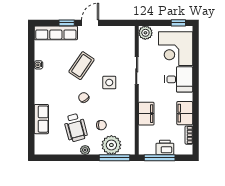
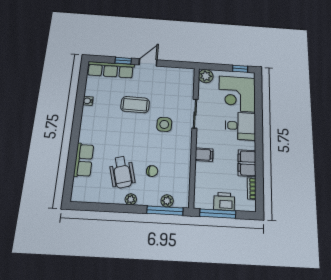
coffee table: (82, 66) -> (135, 105), turned 57
chair: (84, 97) -> (135, 139), removed
filing cabinet: (146, 114) -> (204, 155), width x0.50
plant: (111, 145) -> (167, 201), width x0.53, depth x0.53

